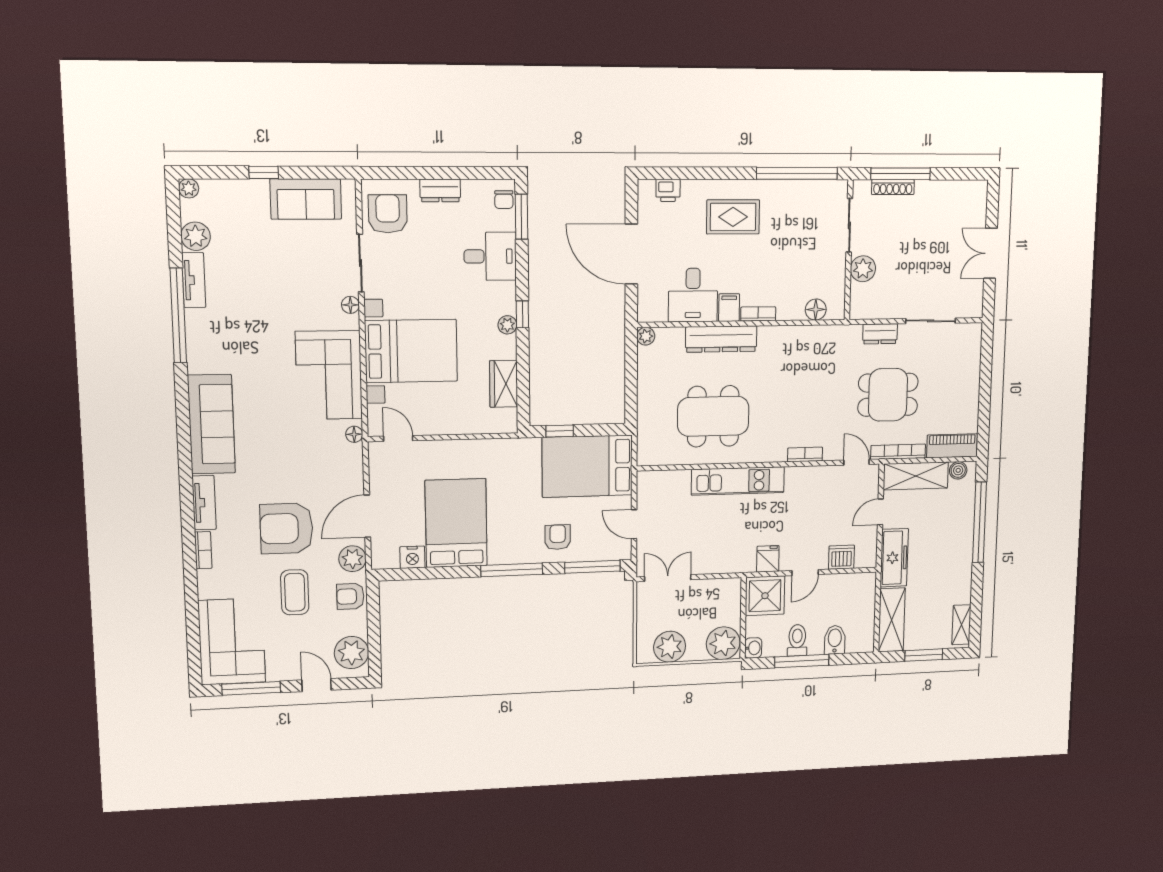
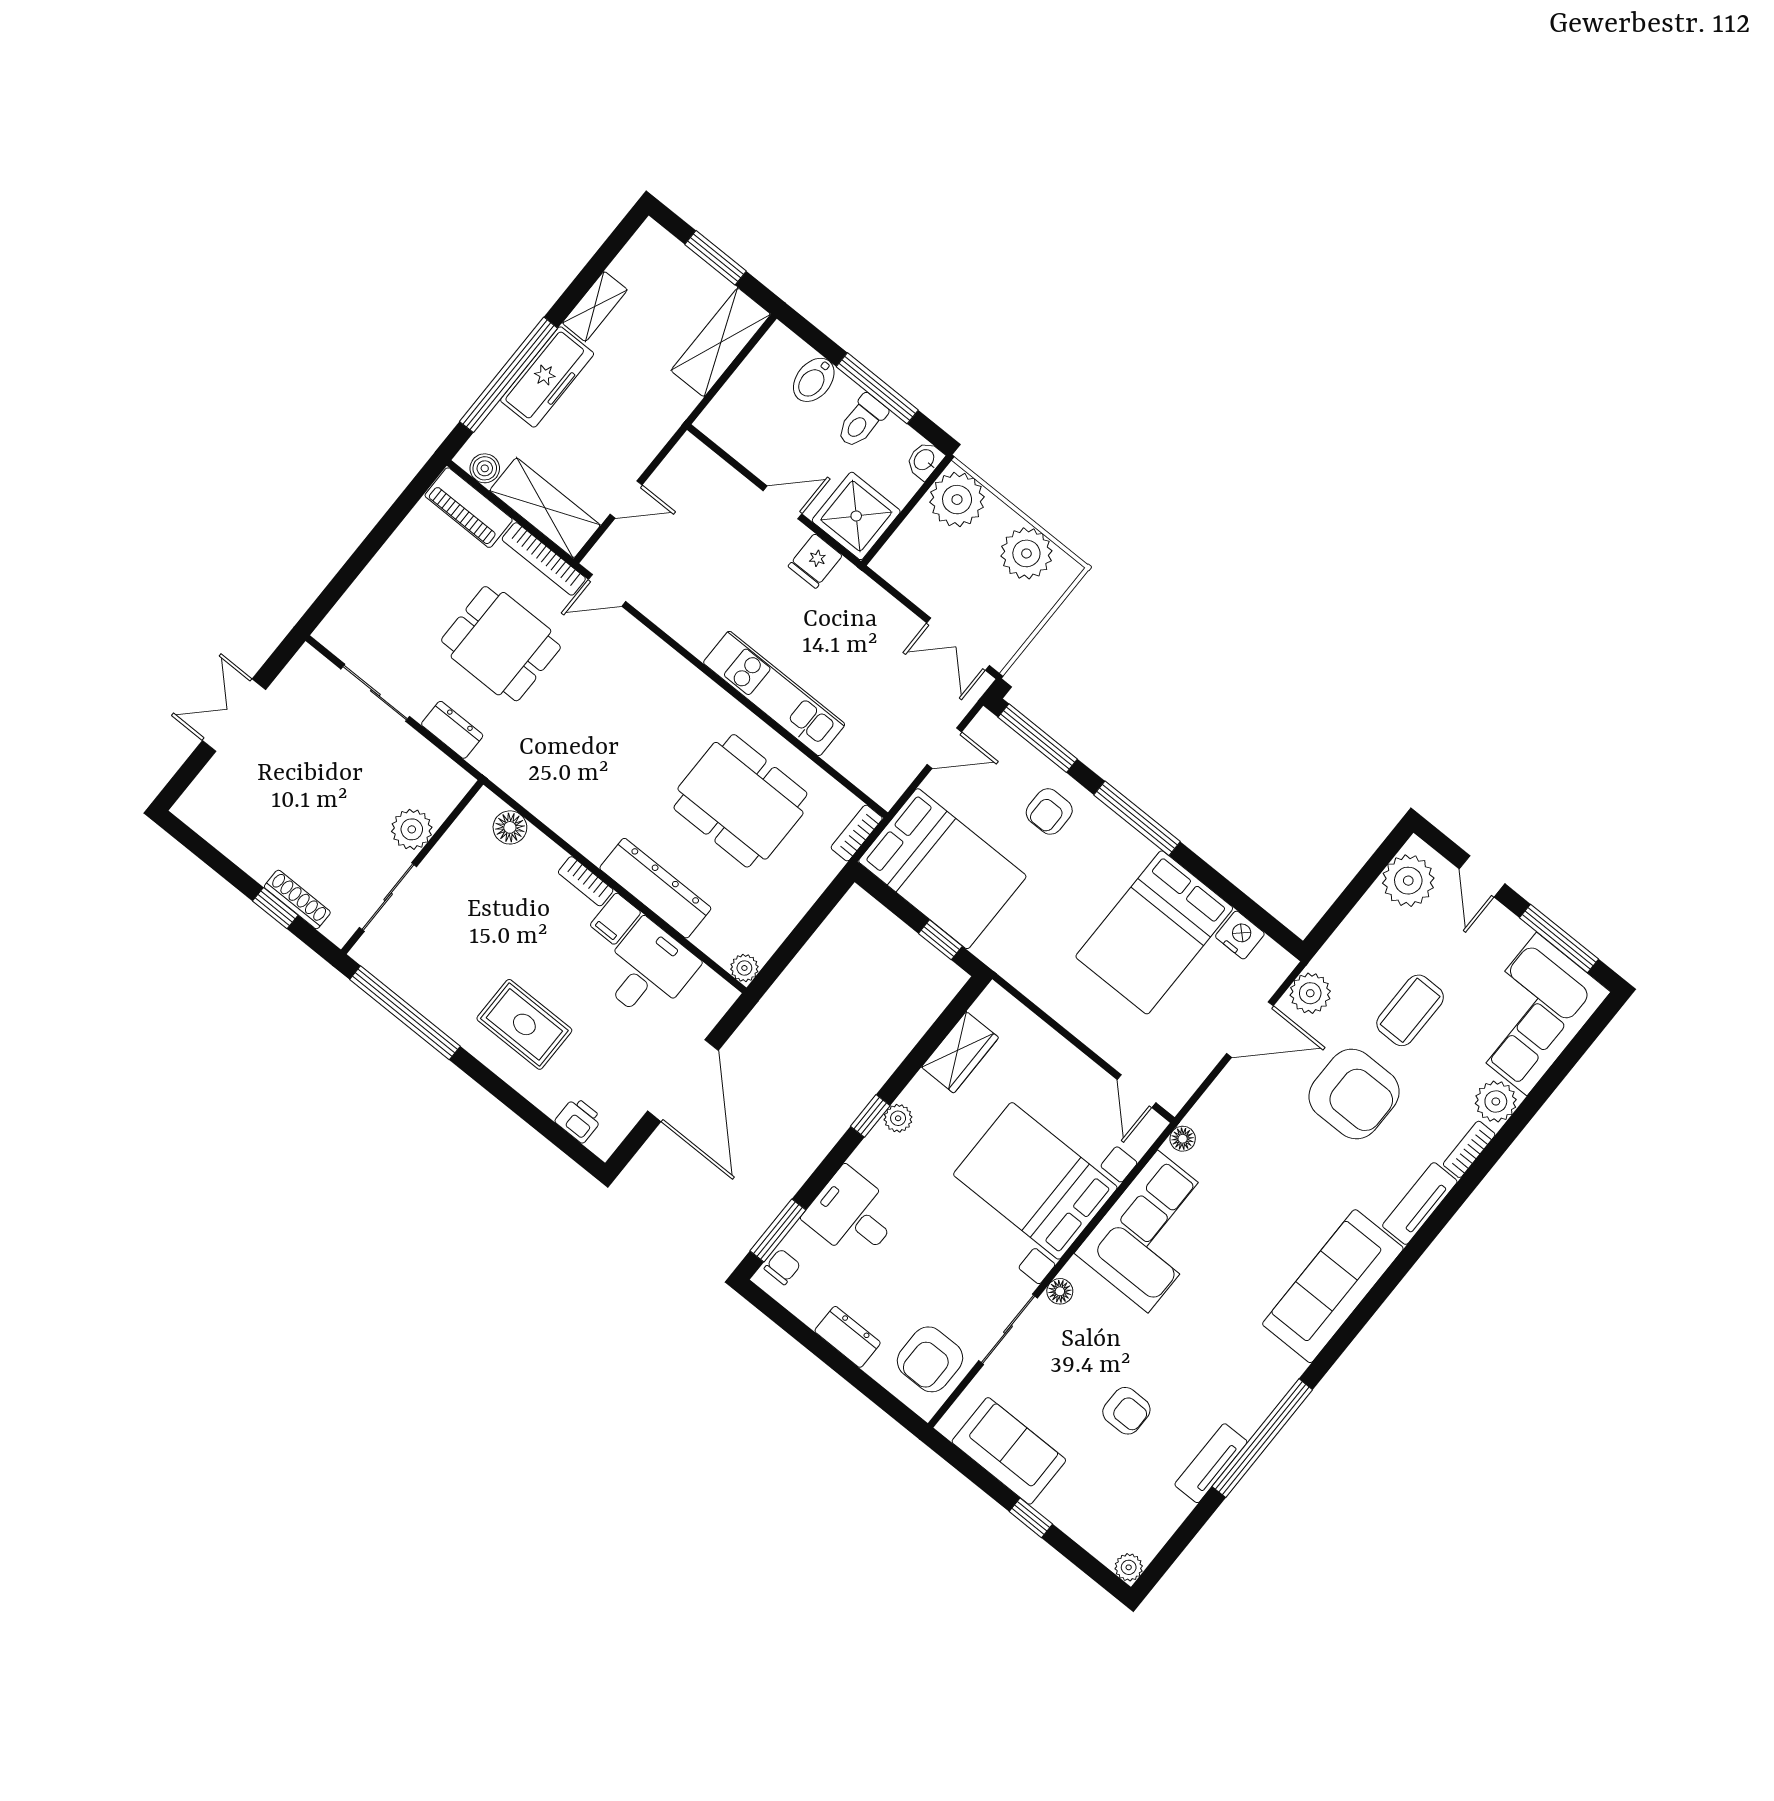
window: (901, 174) -> (275, 908), width x0.46
plant: (196, 236) -> (1496, 1101), moved
double door: (991, 253) -> (234, 715), swing flipped
bookcase: (805, 454) -> (857, 833), moved, turned 90
door: (856, 462) -> (607, 590), hinge flipped
door: (634, 524) -> (944, 748), hinge flipped
dishwasher: (841, 557) -> (721, 483), removed
freezer: (894, 558) -> (547, 377), moved, turned 180
armchair: (350, 596) -> (1126, 1411), moved
shelving: (961, 625) -> (595, 306), moved

